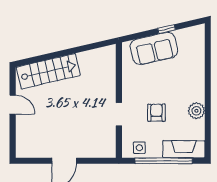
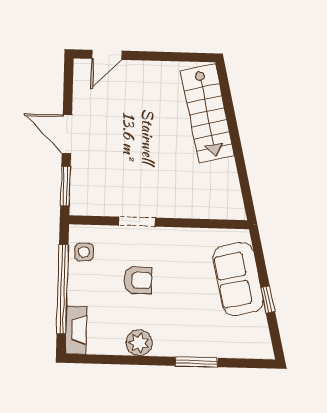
window: (208, 74) -> (196, 362), added
door: (13, 105) -> (107, 55), moved
fireplace: (184, 149) -> (76, 330), width x0.73, depth x0.76
window: (97, 161) -> (65, 186), added

